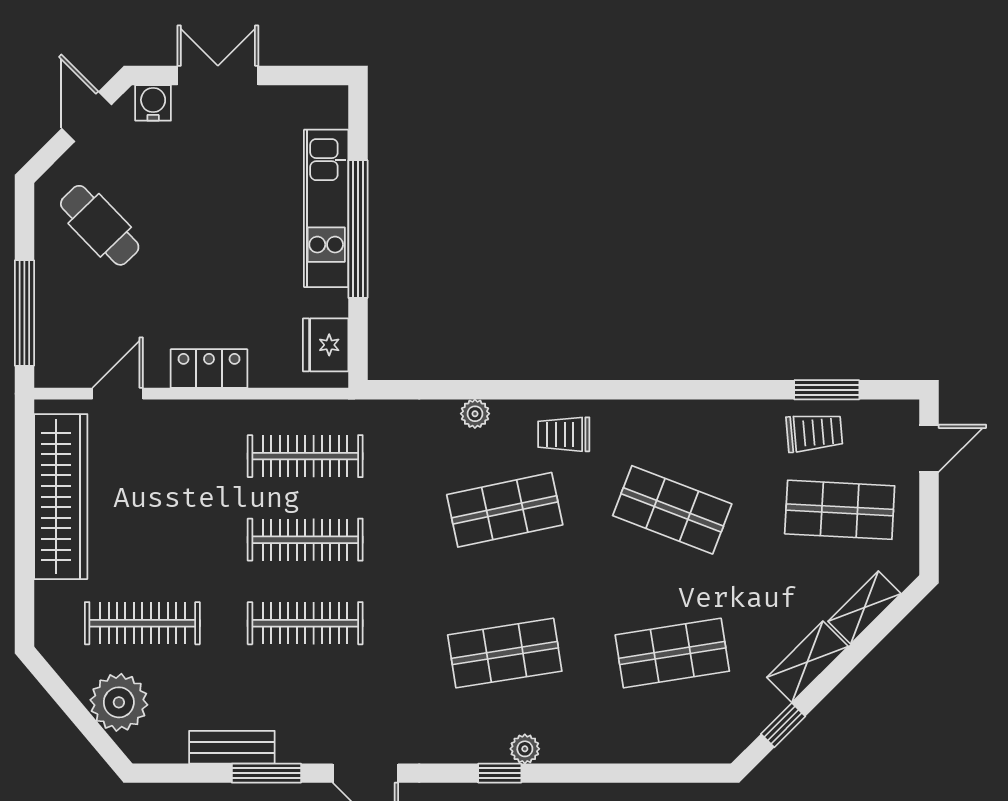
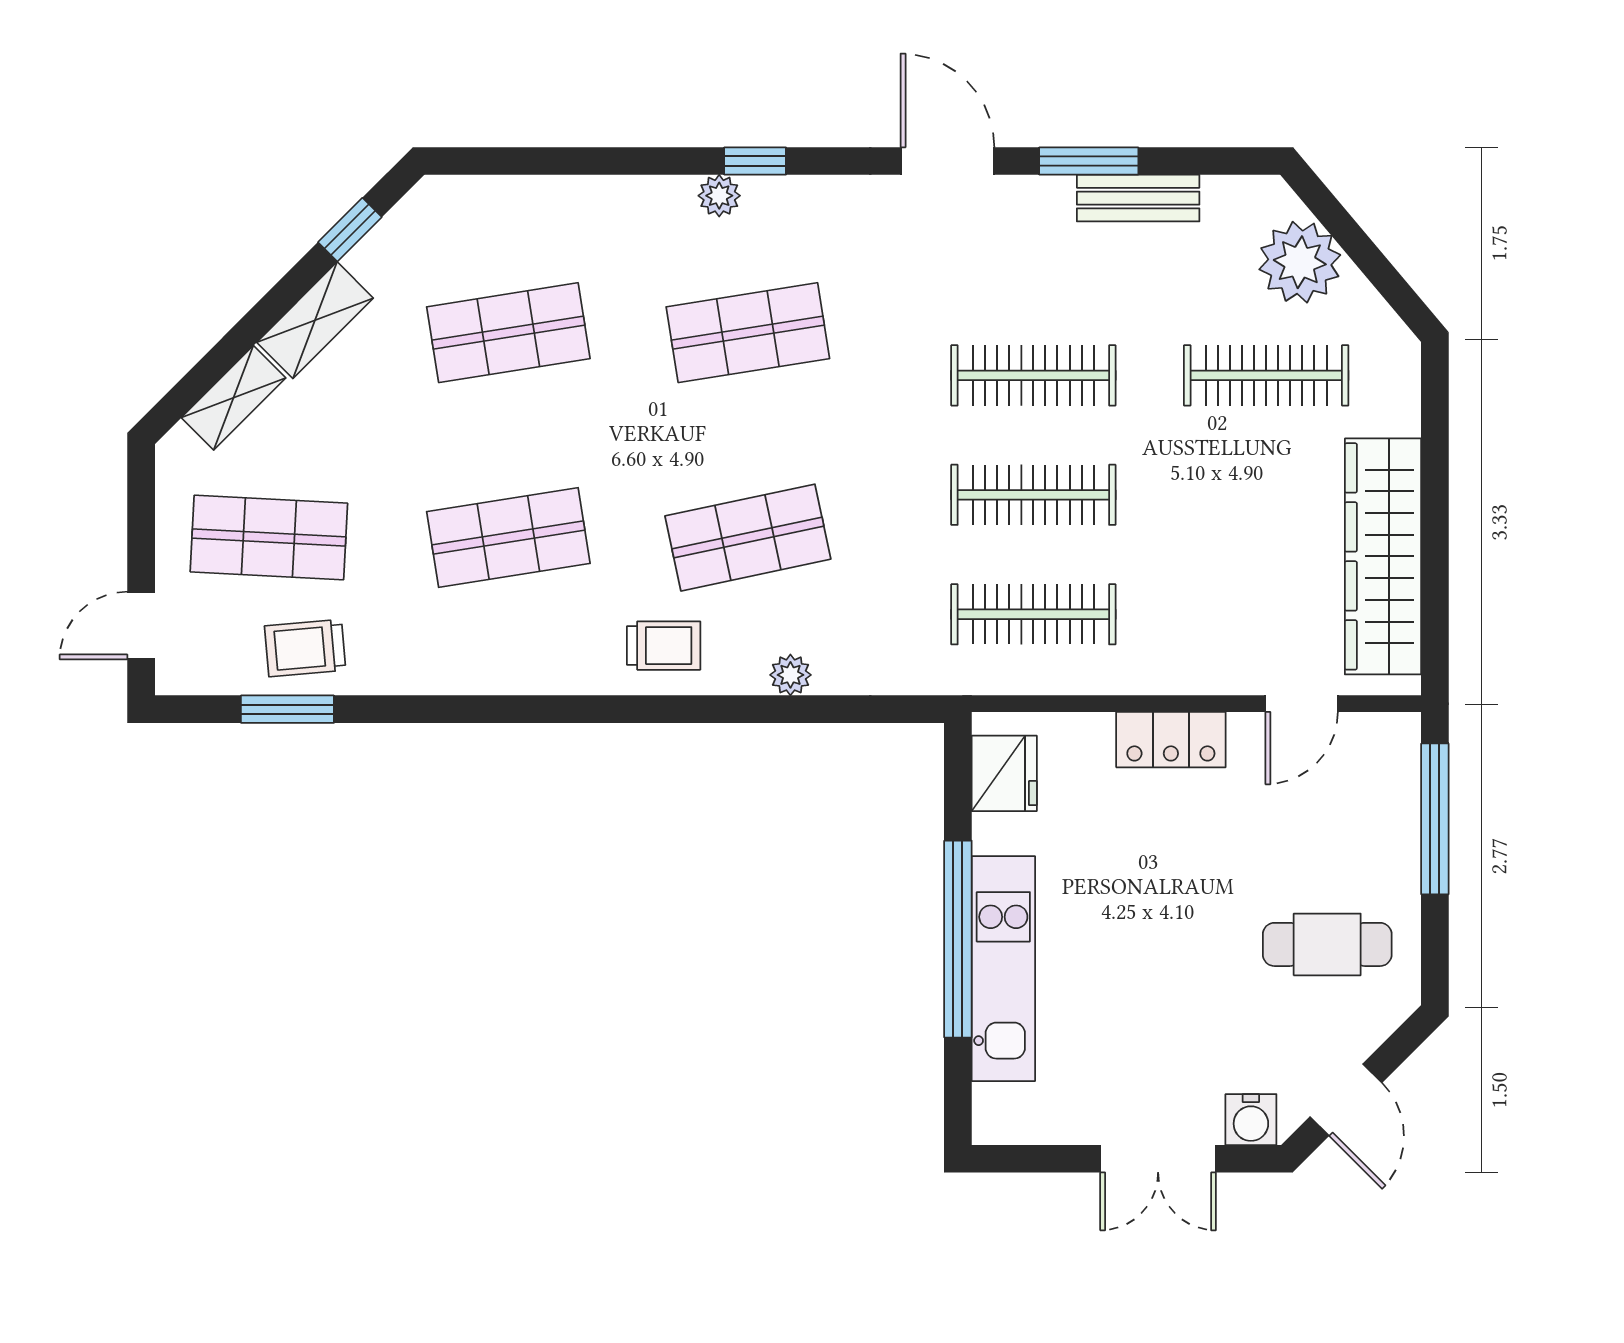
cafe table: (100, 225) -> (1327, 944), turned -46
shop shelf: (672, 510) -> (508, 538), turned -30

